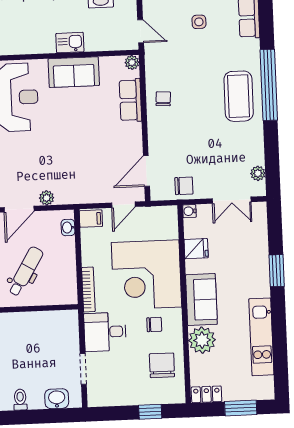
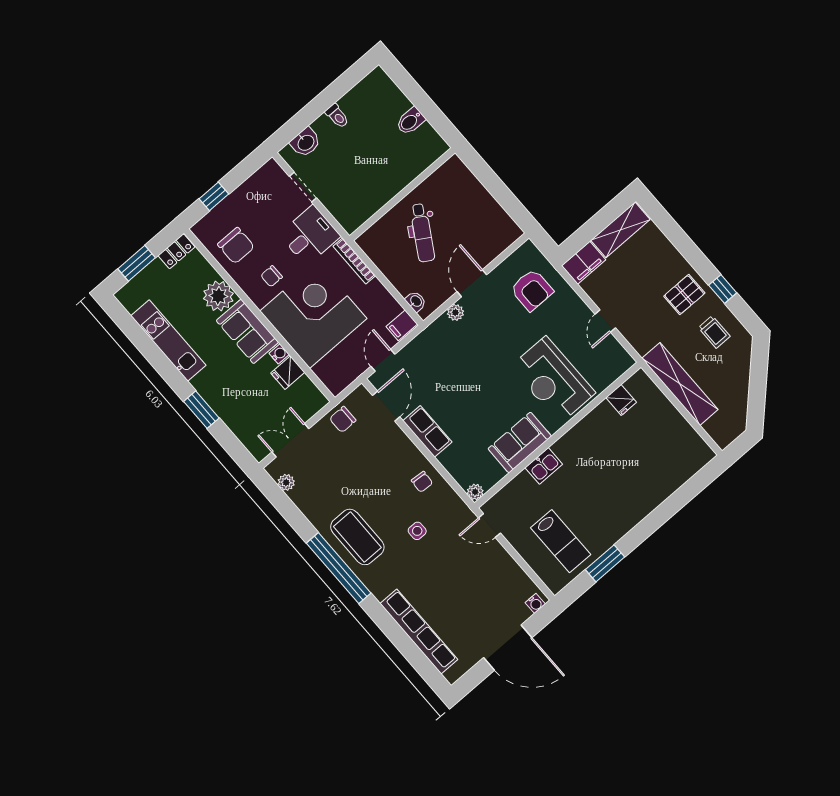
side table: (199, 22) -> (417, 531), moved
row of seats: (130, 100) -> (427, 431), moved
water cooler: (189, 211) -> (279, 354), moved

